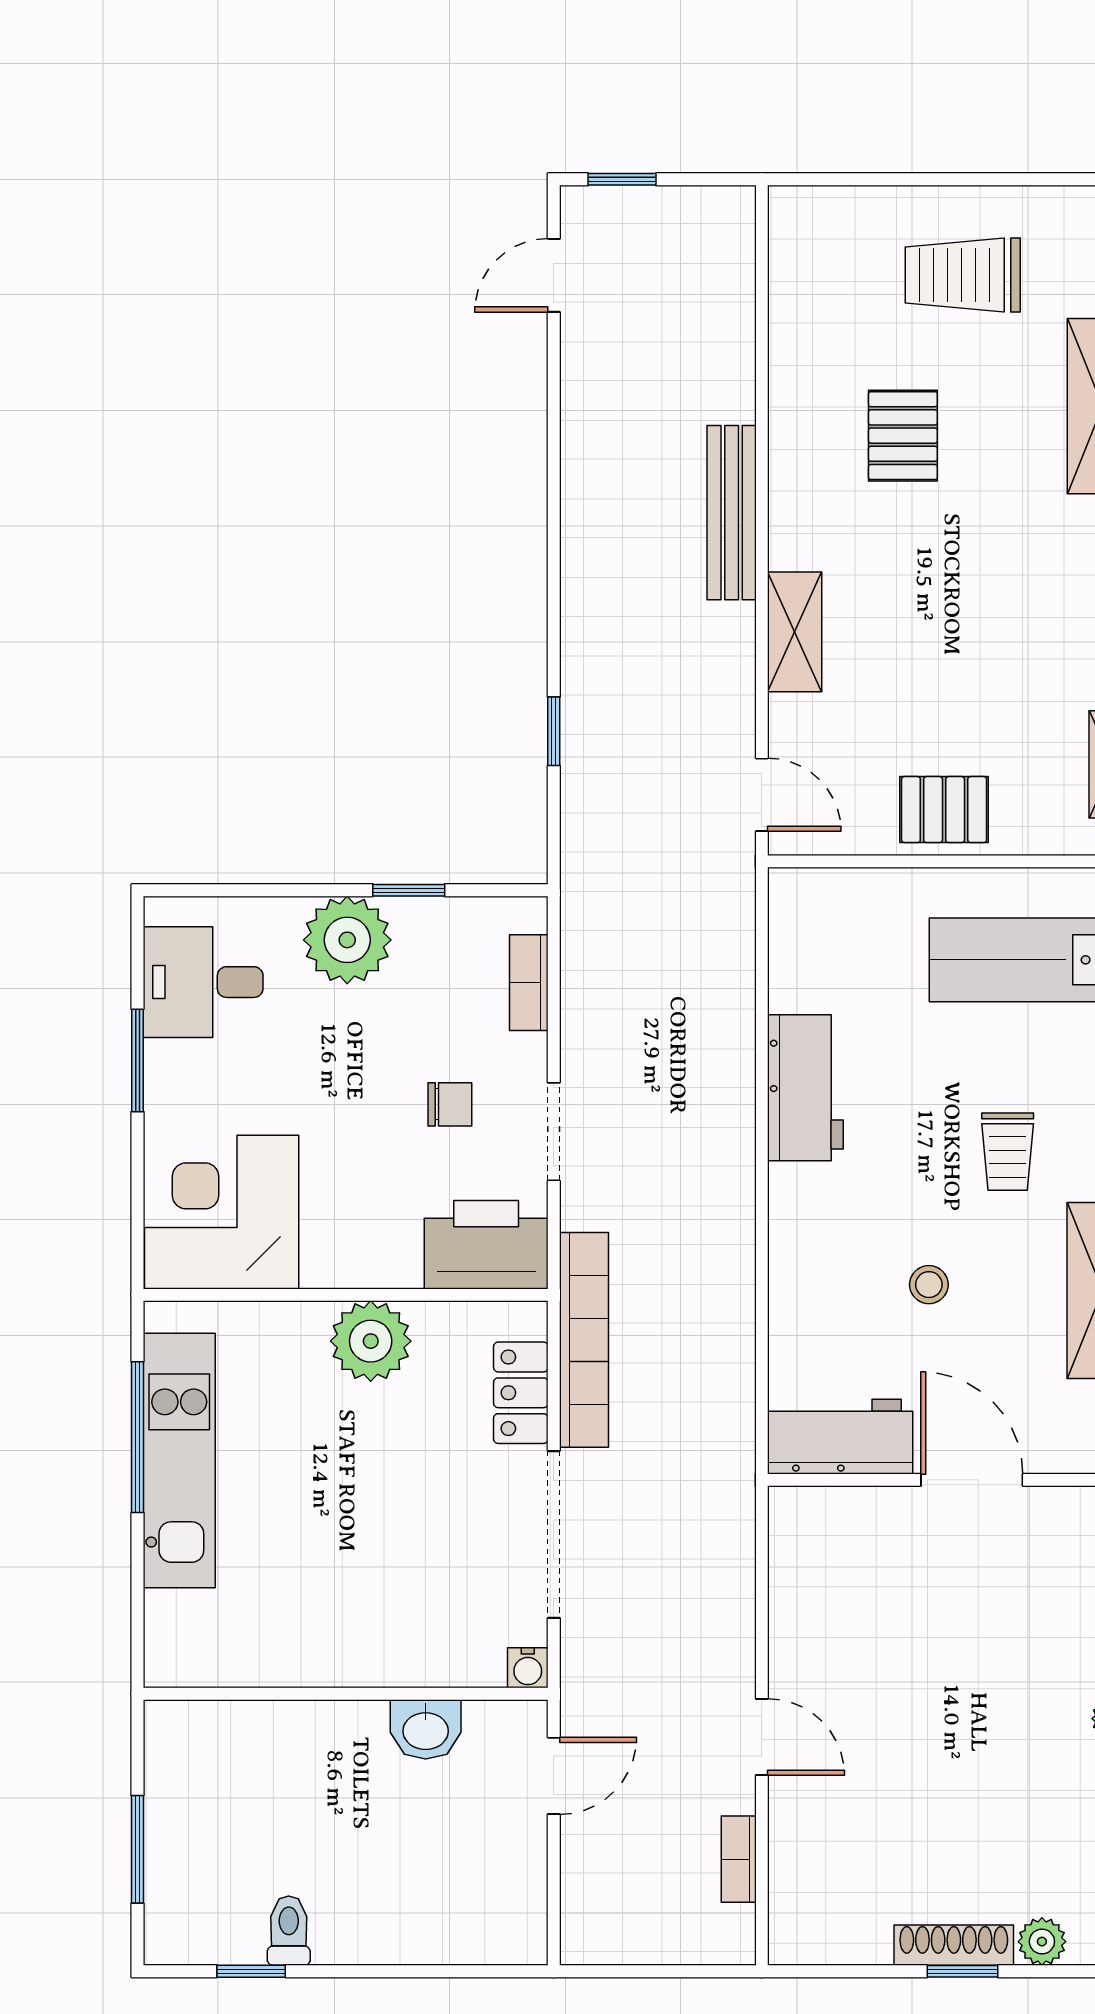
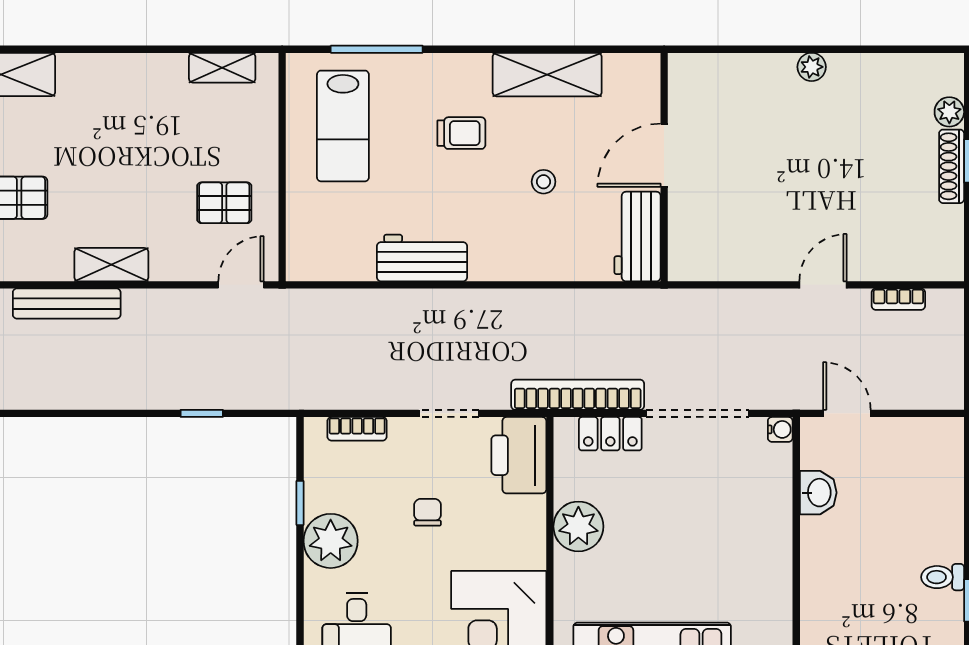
shelving: (795, 632) -> (111, 265), moved
pallet: (944, 810) -> (224, 203), moved, turned 90
chair: (450, 1104) -> (428, 512), moved

